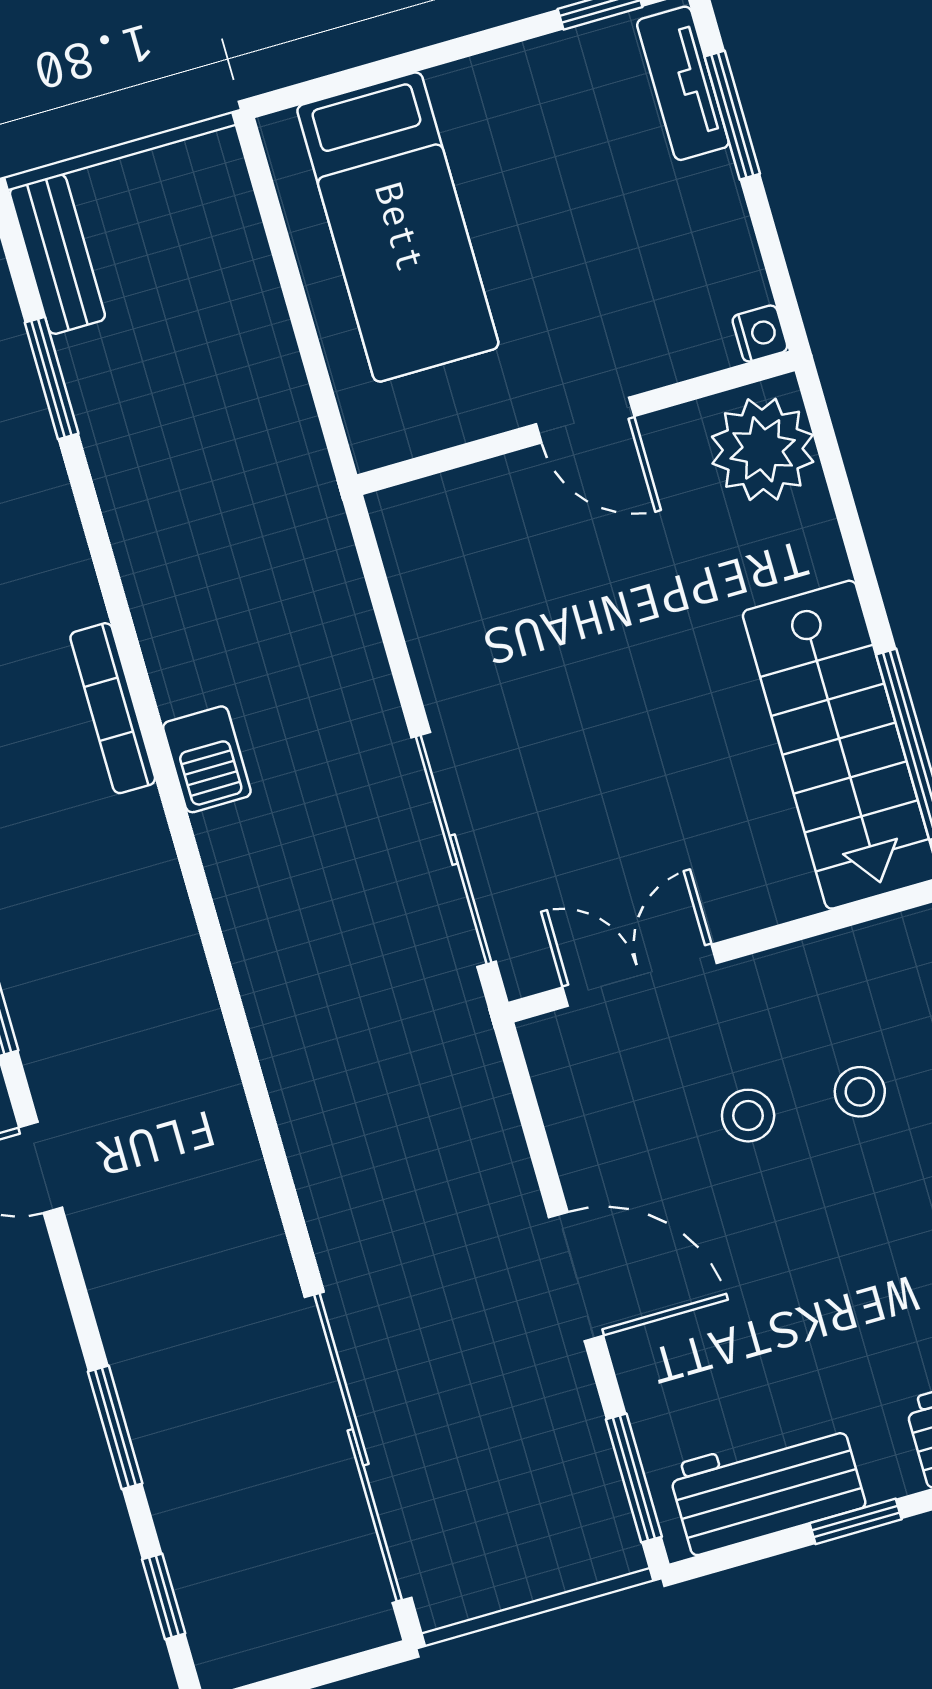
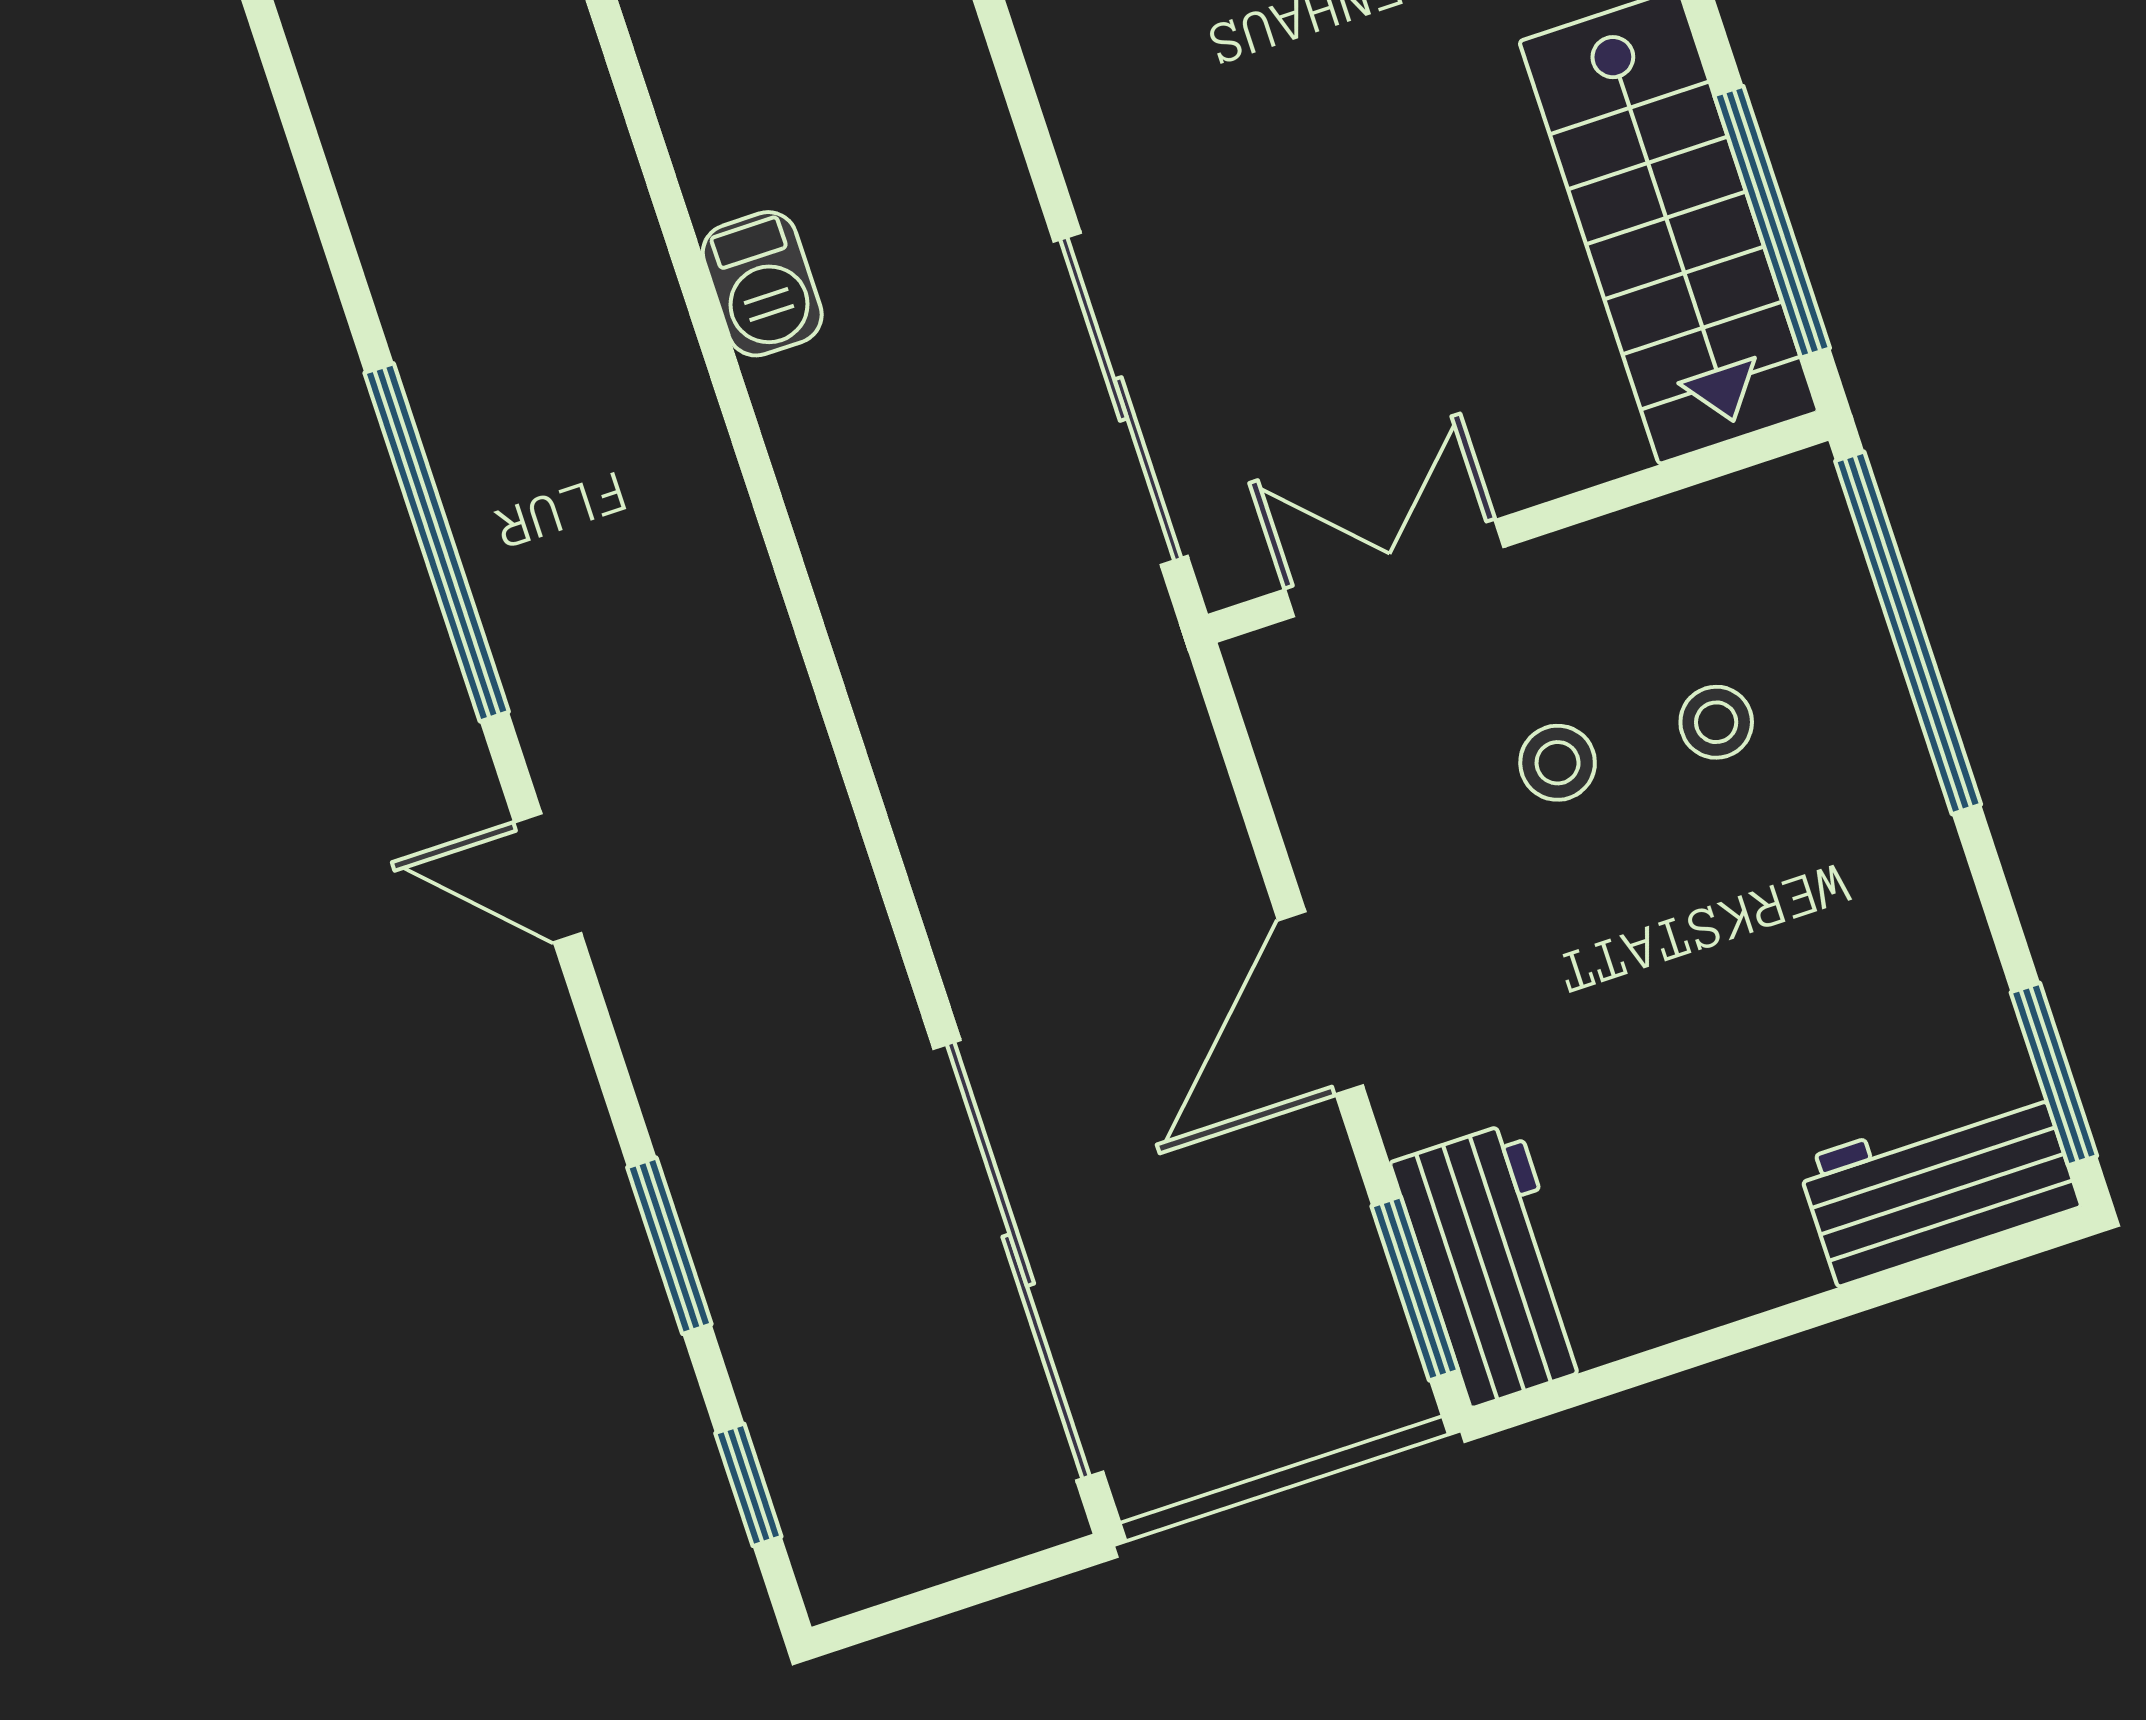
bookcase: (113, 708) -> (624, 216), removed
door: (576, 1276) -> (1321, 1003), swing flipped
workbench: (767, 1487) -> (1494, 1265), moved, turned 90
window: (856, 1521) -> (1735, 1338), removed

